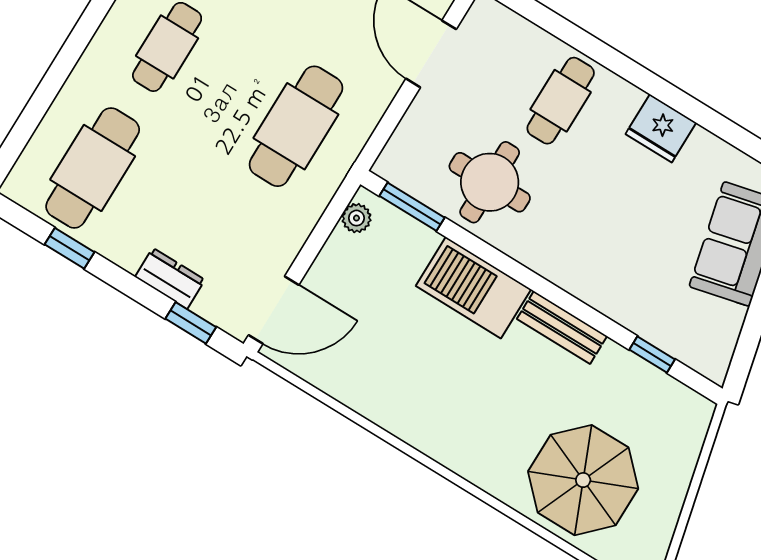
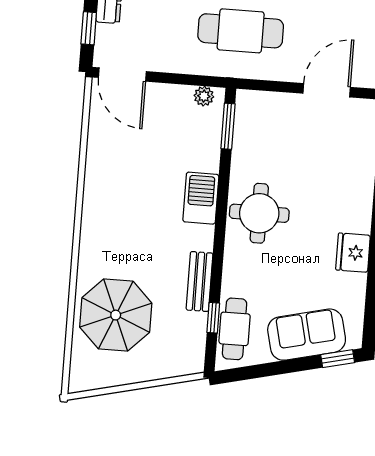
cafe table: (561, 101) -> (235, 329), moved, turned 90
round table: (490, 182) -> (259, 213), moved
barbecue: (473, 288) -> (201, 198), width x0.73, depth x0.83
bench: (562, 327) -> (200, 282), moved

